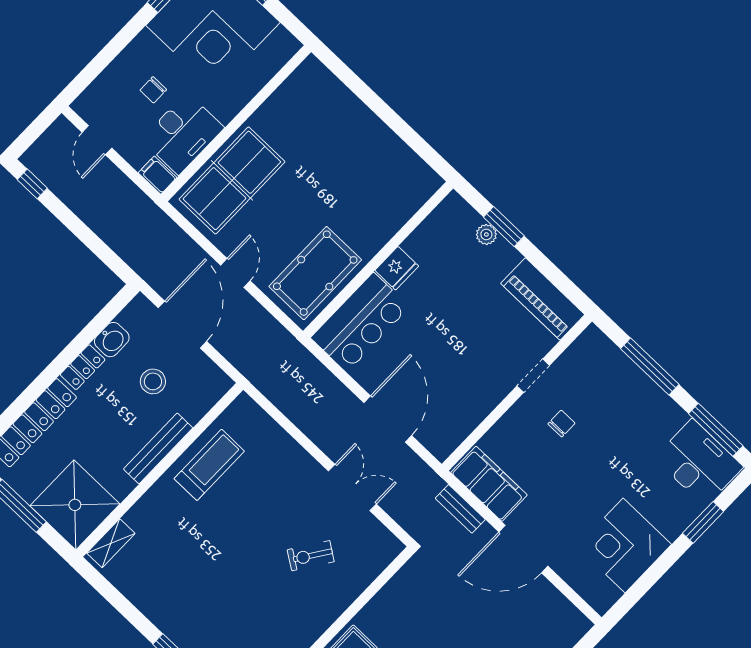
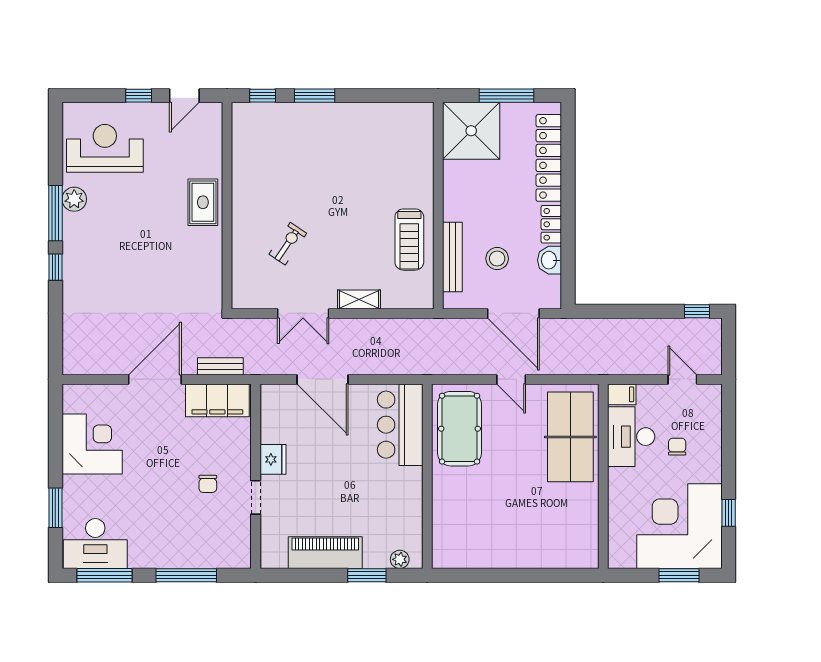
plant: (486, 234) -> (400, 559), moved
fridge: (397, 268) -> (273, 459), moved, turned 180
piano: (543, 299) -> (325, 553), moved
bench: (158, 448) -> (452, 257), moved
shelving: (111, 543) -> (359, 299), moved, turned 90

